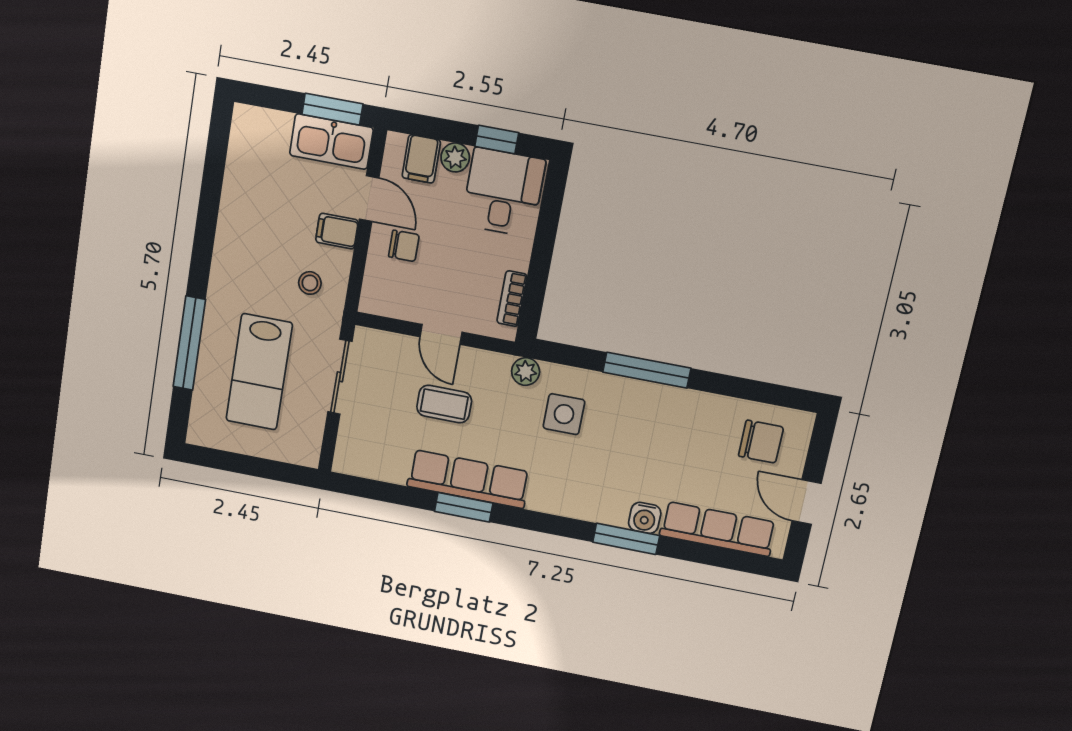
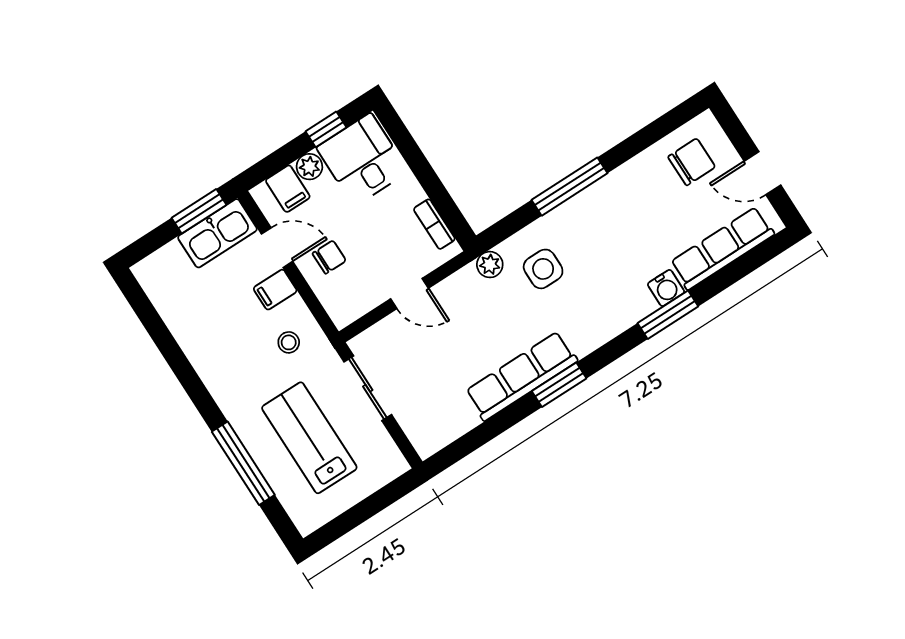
lab bench: (259, 372) -> (309, 438), turned 180
coffee table: (444, 404) -> (456, 339), removed
window: (464, 507) -> (559, 385), moved

